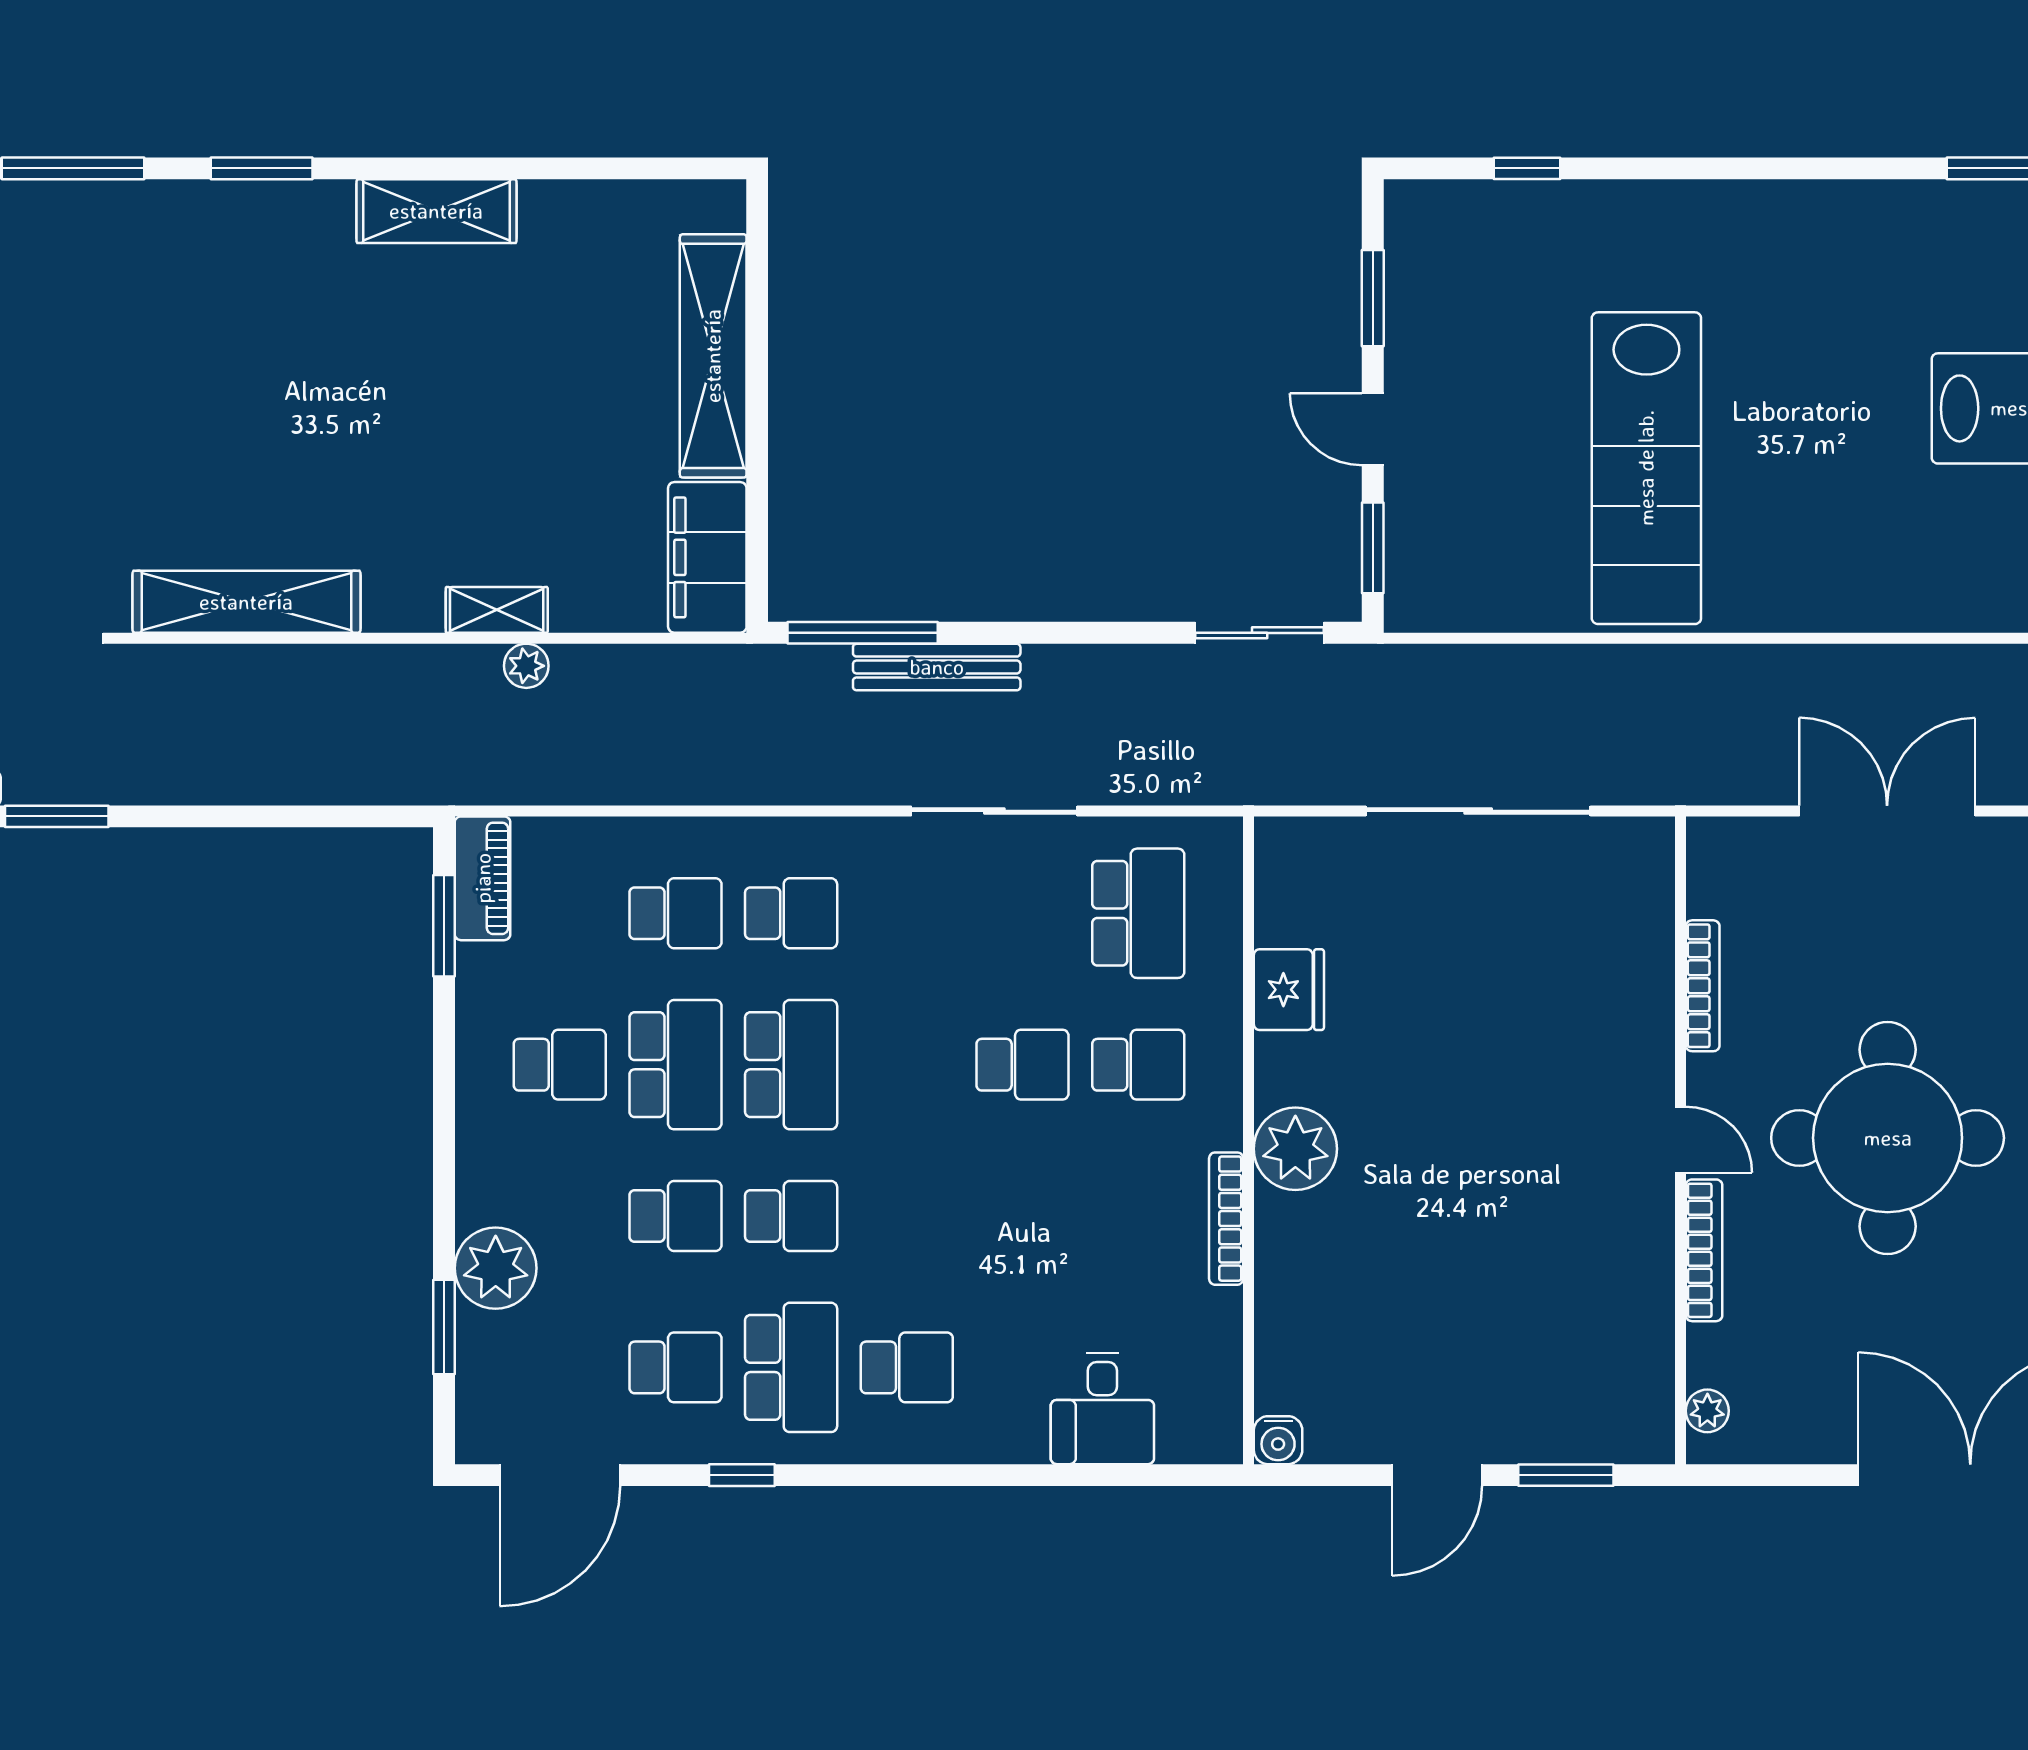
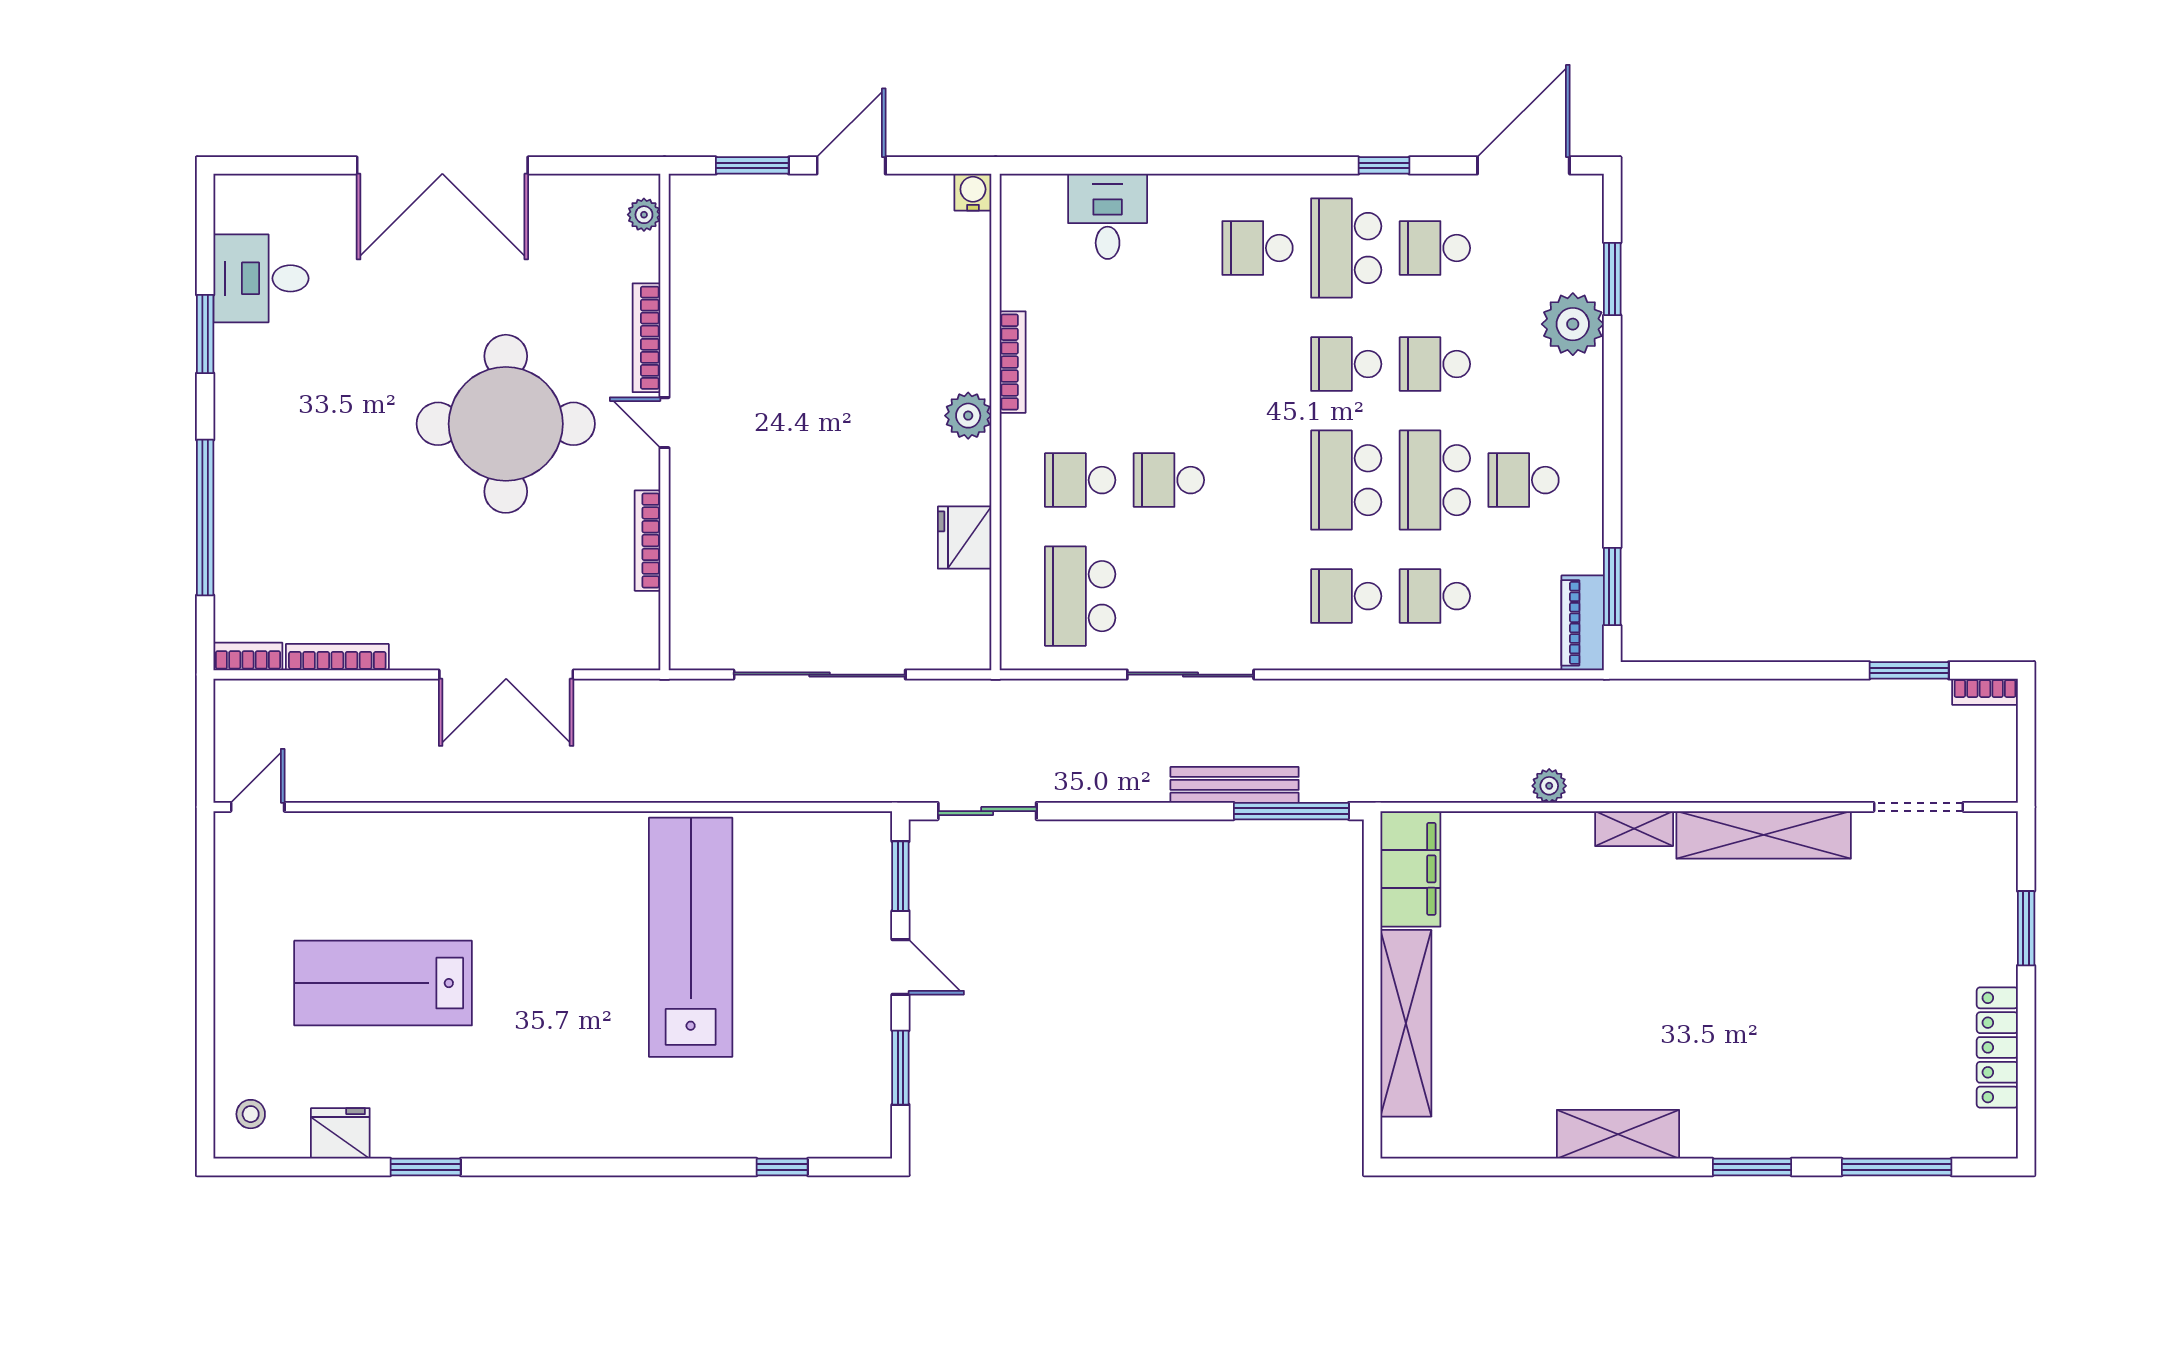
shelving: (497, 610) -> (1634, 829), moved
plant: (1295, 1149) -> (968, 416), width x0.73, depth x0.73

